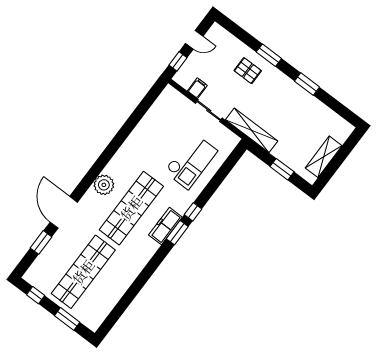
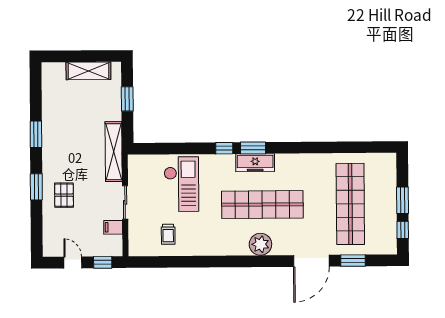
trolley: (162, 124) -> (168, 234), added
checkout: (191, 161) -> (181, 184), turned 90
shop shelf: (83, 272) -> (350, 204), turned 90
window: (67, 319) -> (402, 200), moved

